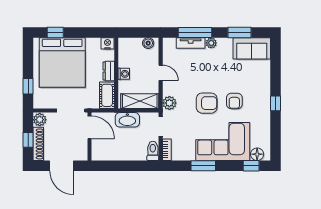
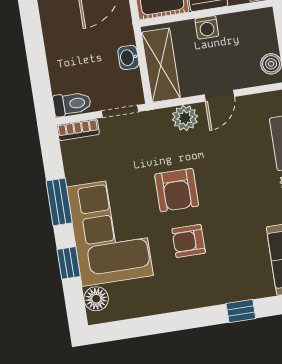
plant: (169, 103) -> (185, 118), moved
window: (275, 103) -> (241, 311), moved
washbasin: (127, 120) -> (128, 57), width x0.52, depth x0.69
window: (251, 166) -> (69, 263), moved

